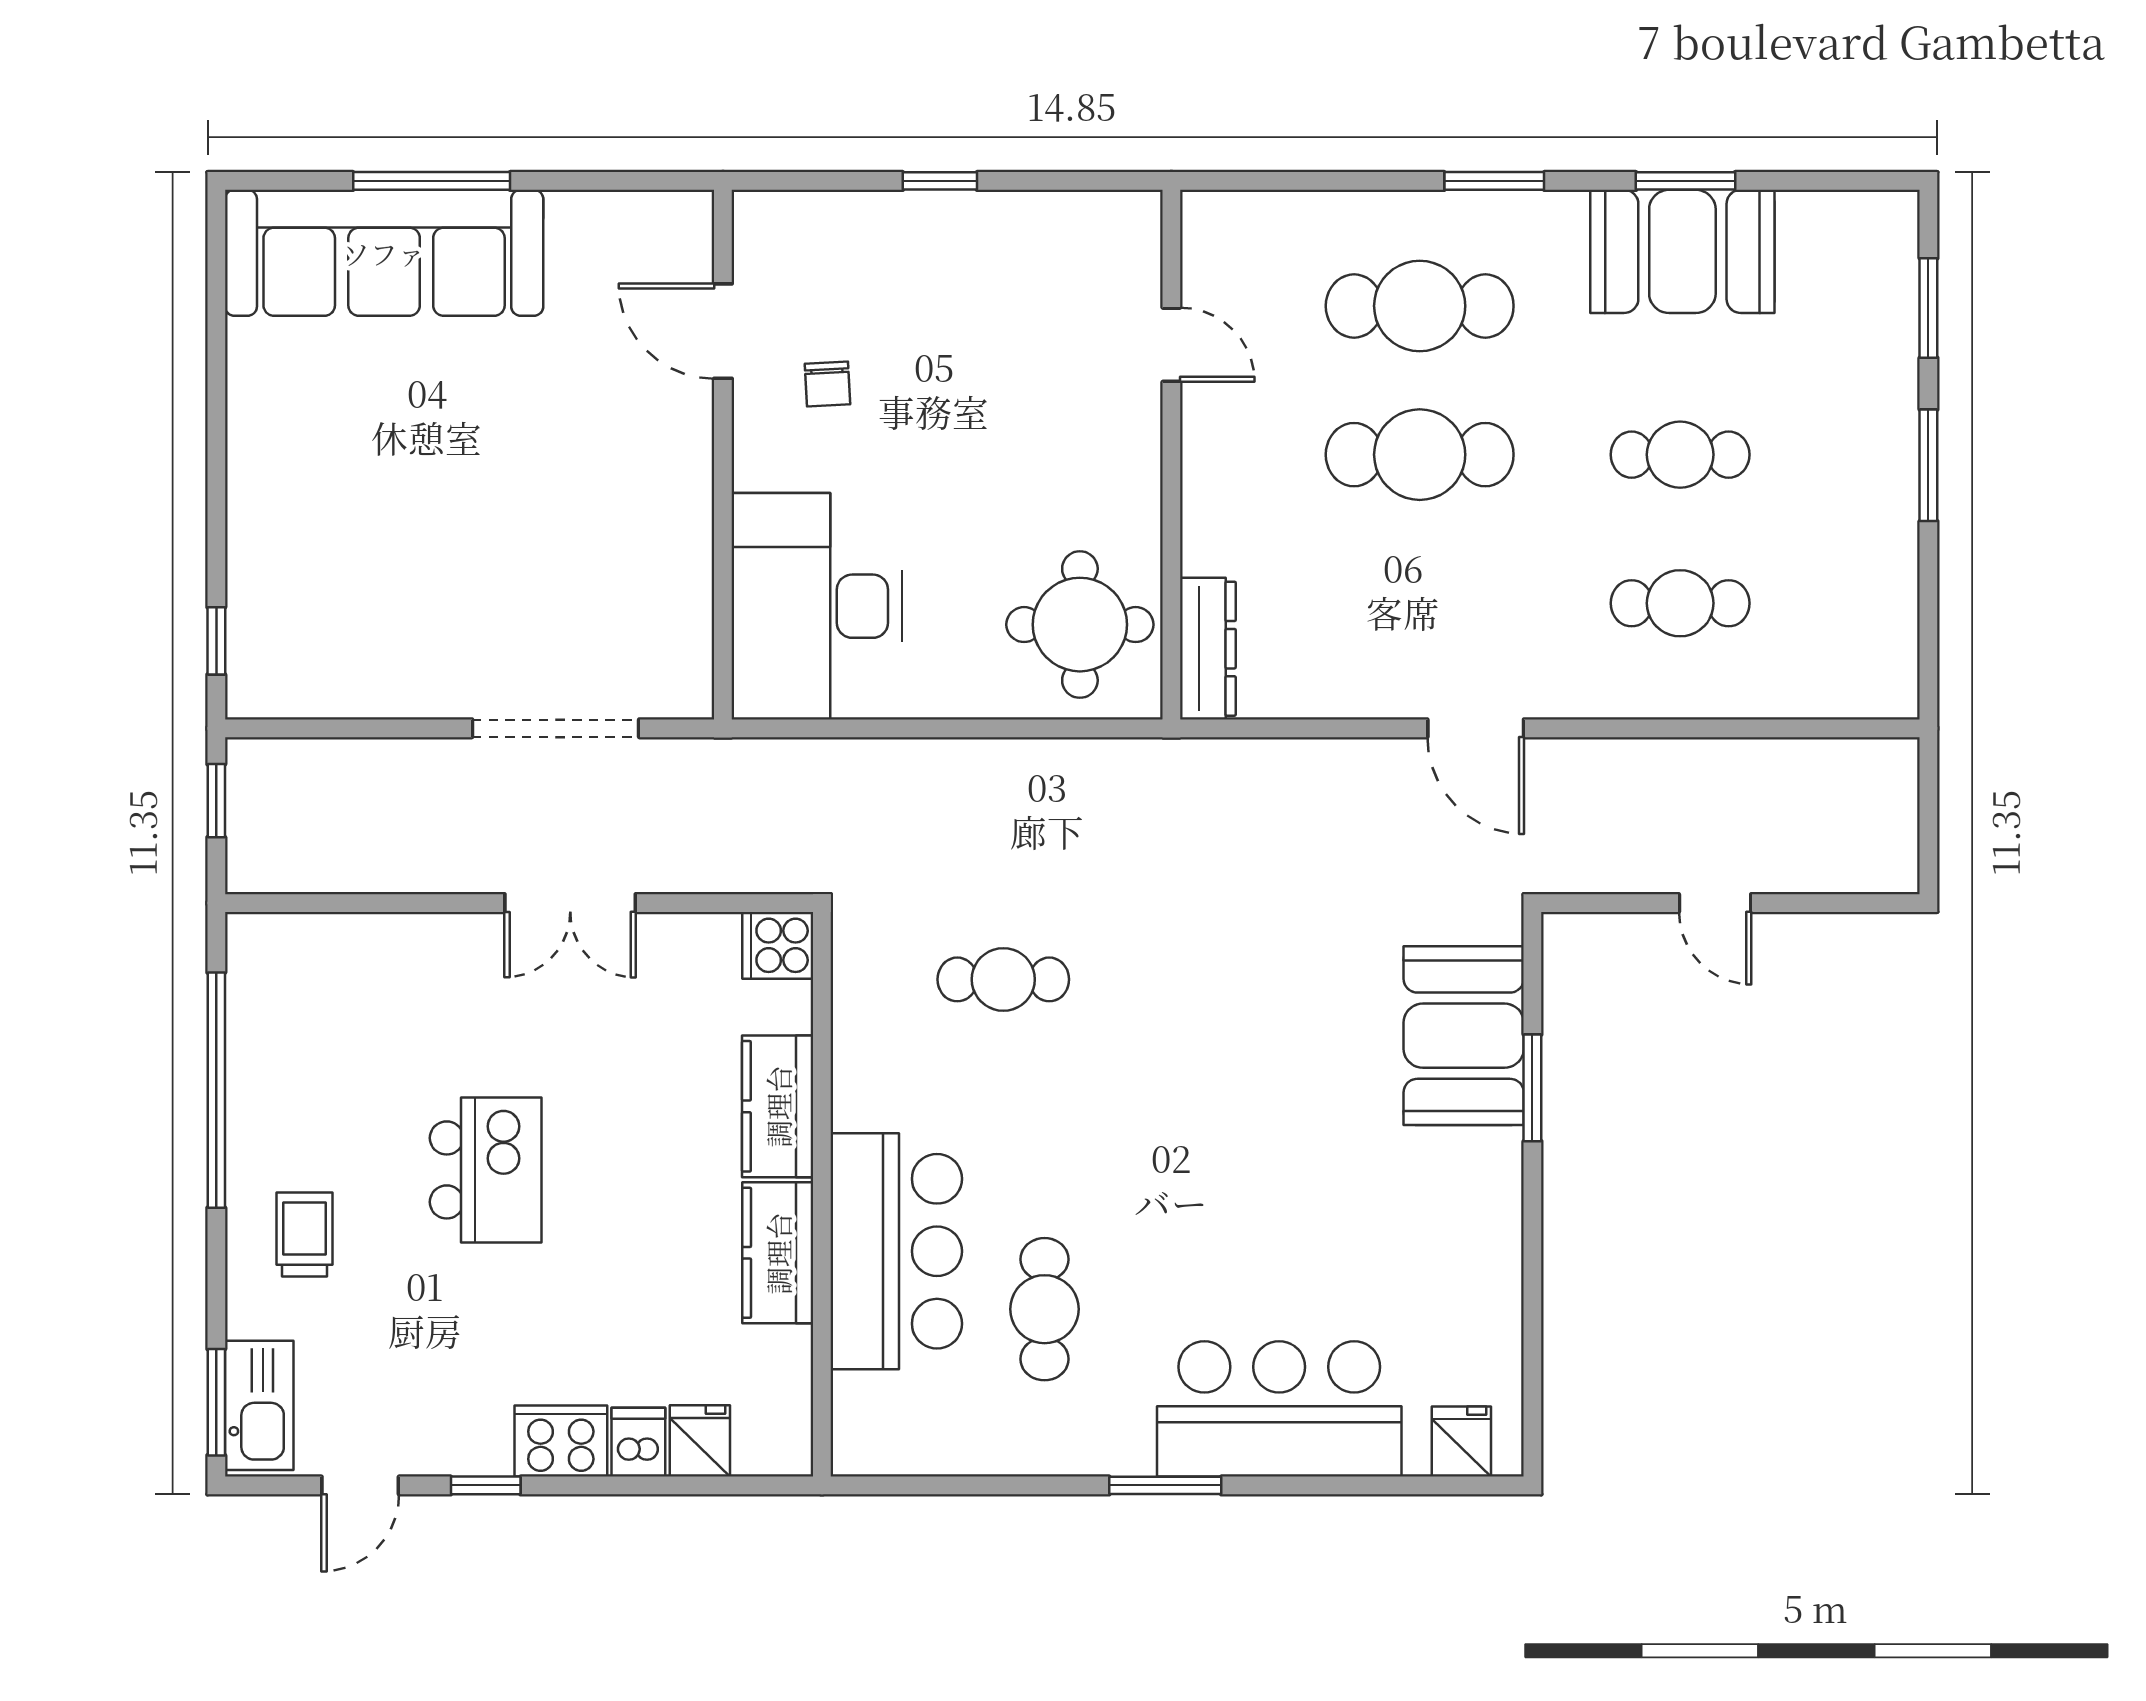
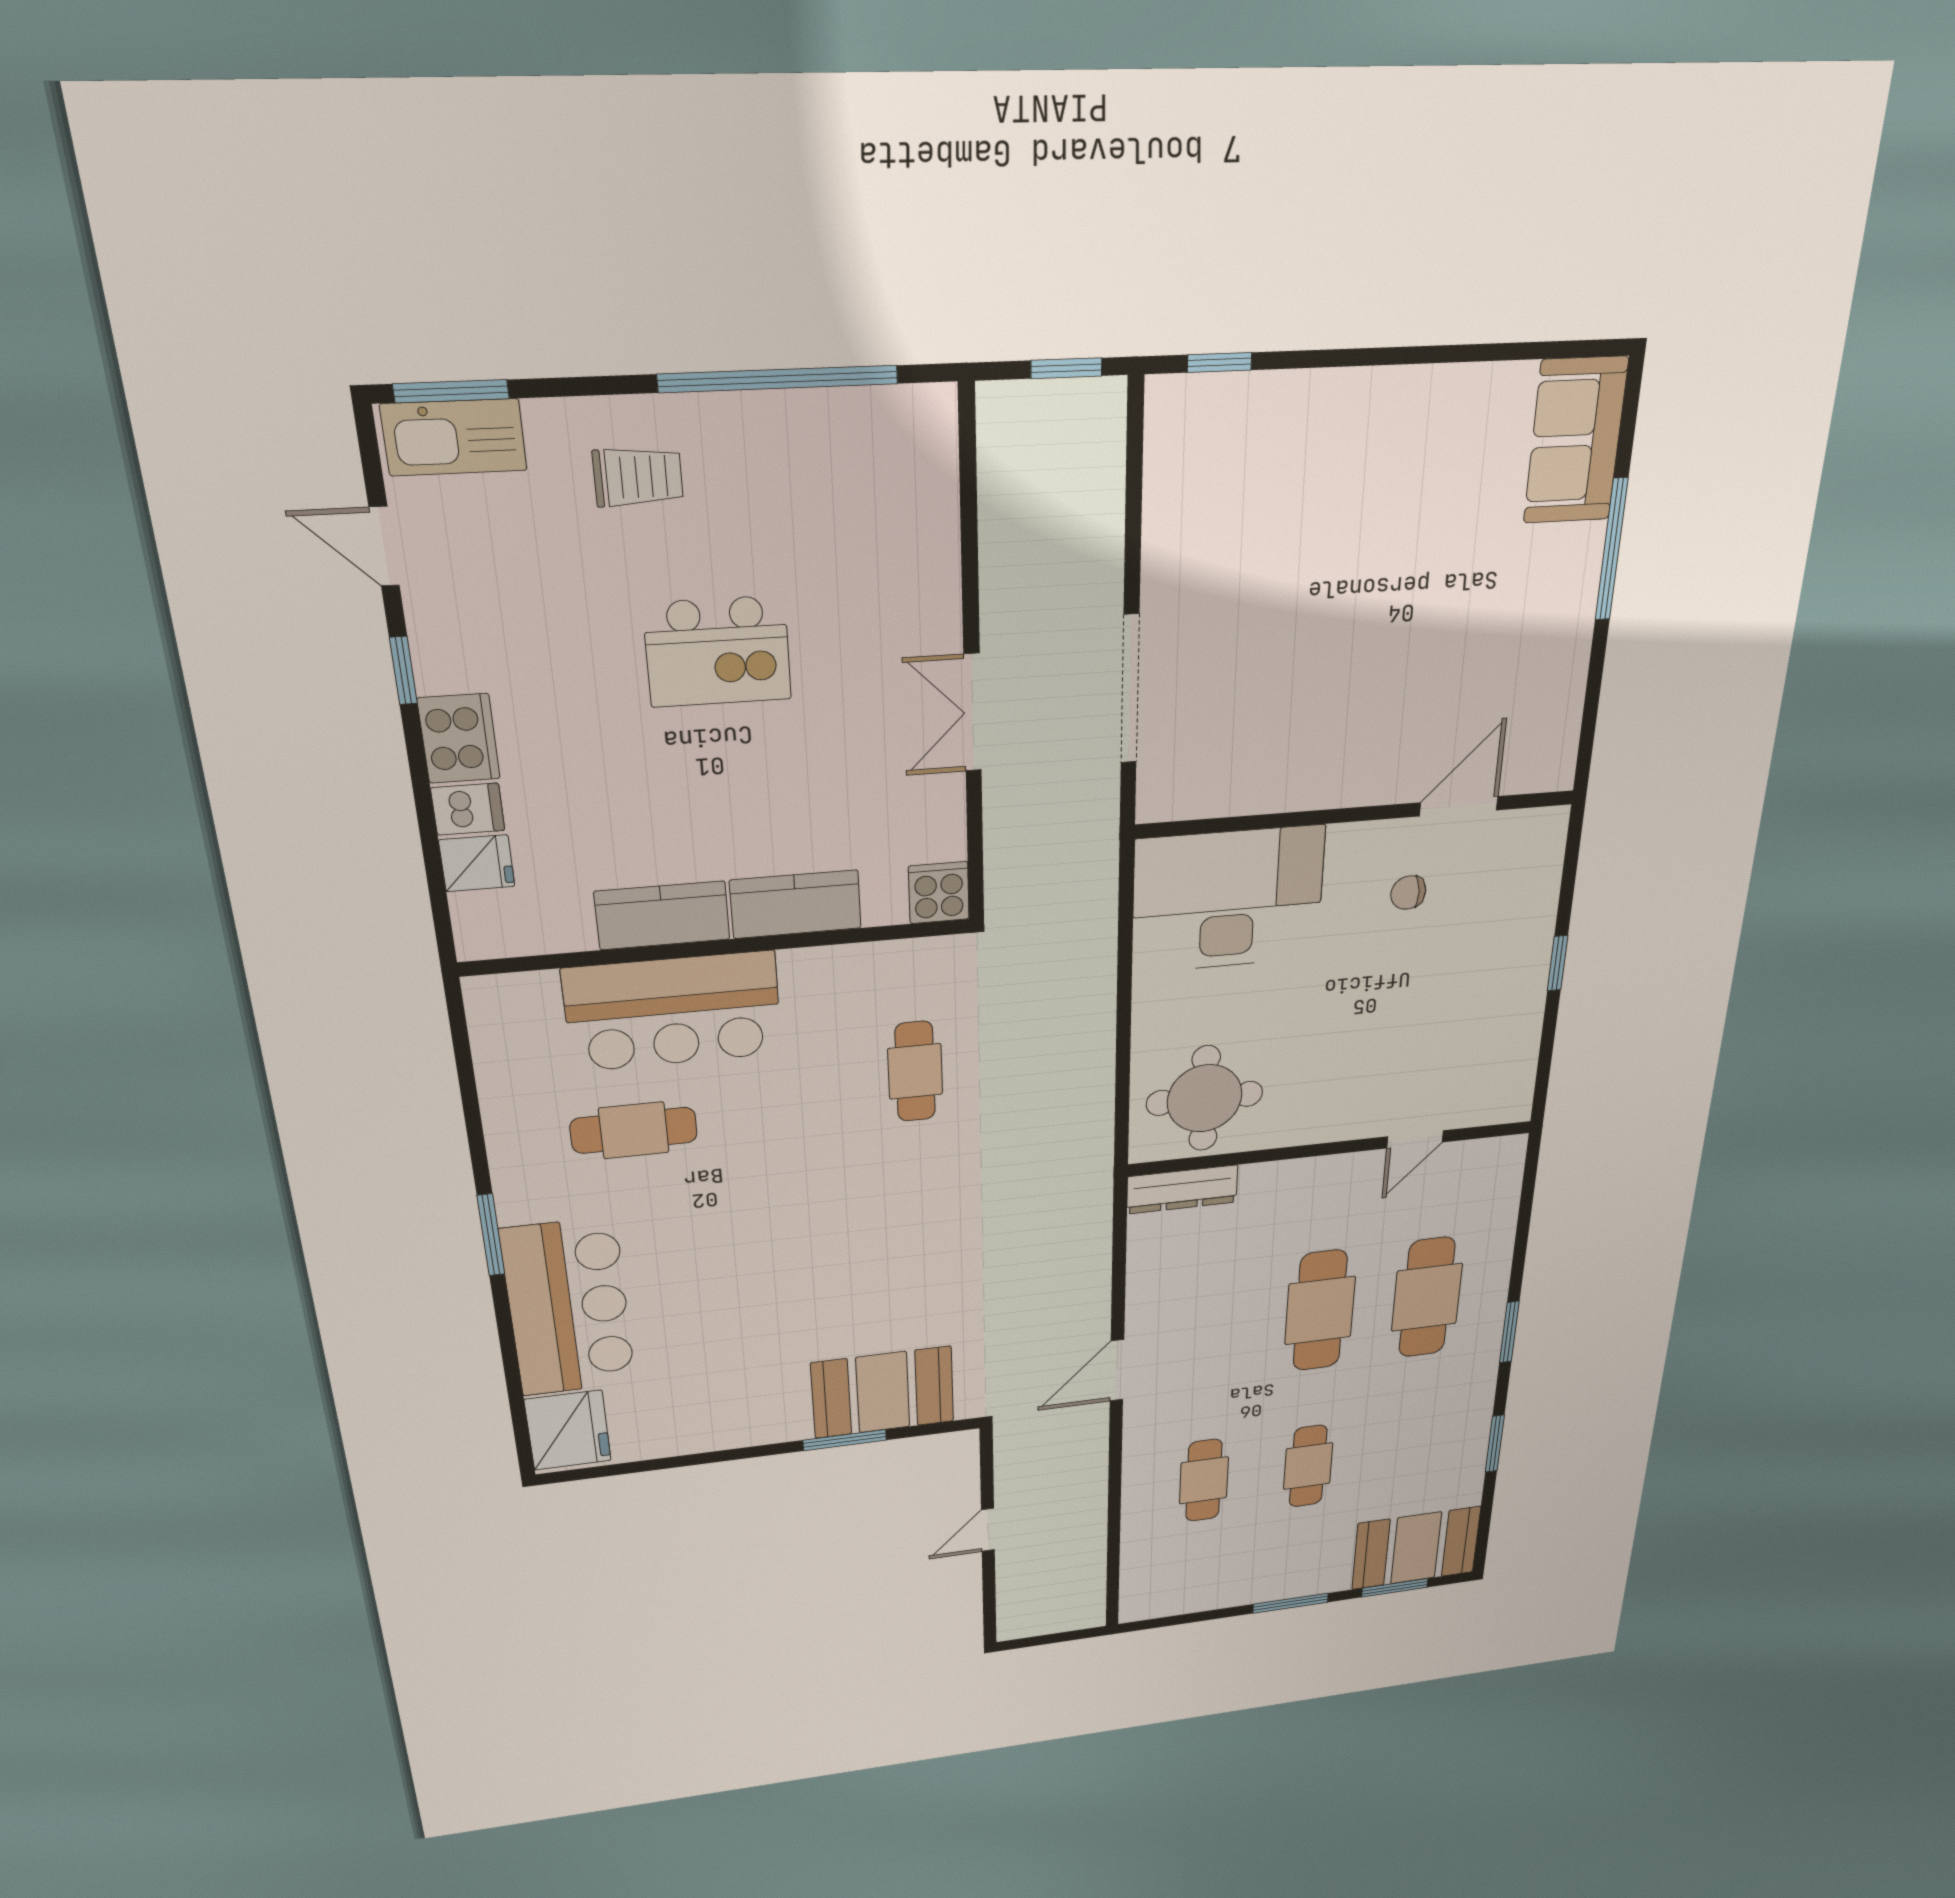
booth: (1682, 251) -> (1416, 1548), moved, turned 90
sofa: (384, 253) -> (1576, 441), width x0.54, depth x0.79
fridge: (1461, 1442) -> (568, 1430), width x1.88, depth x1.34

